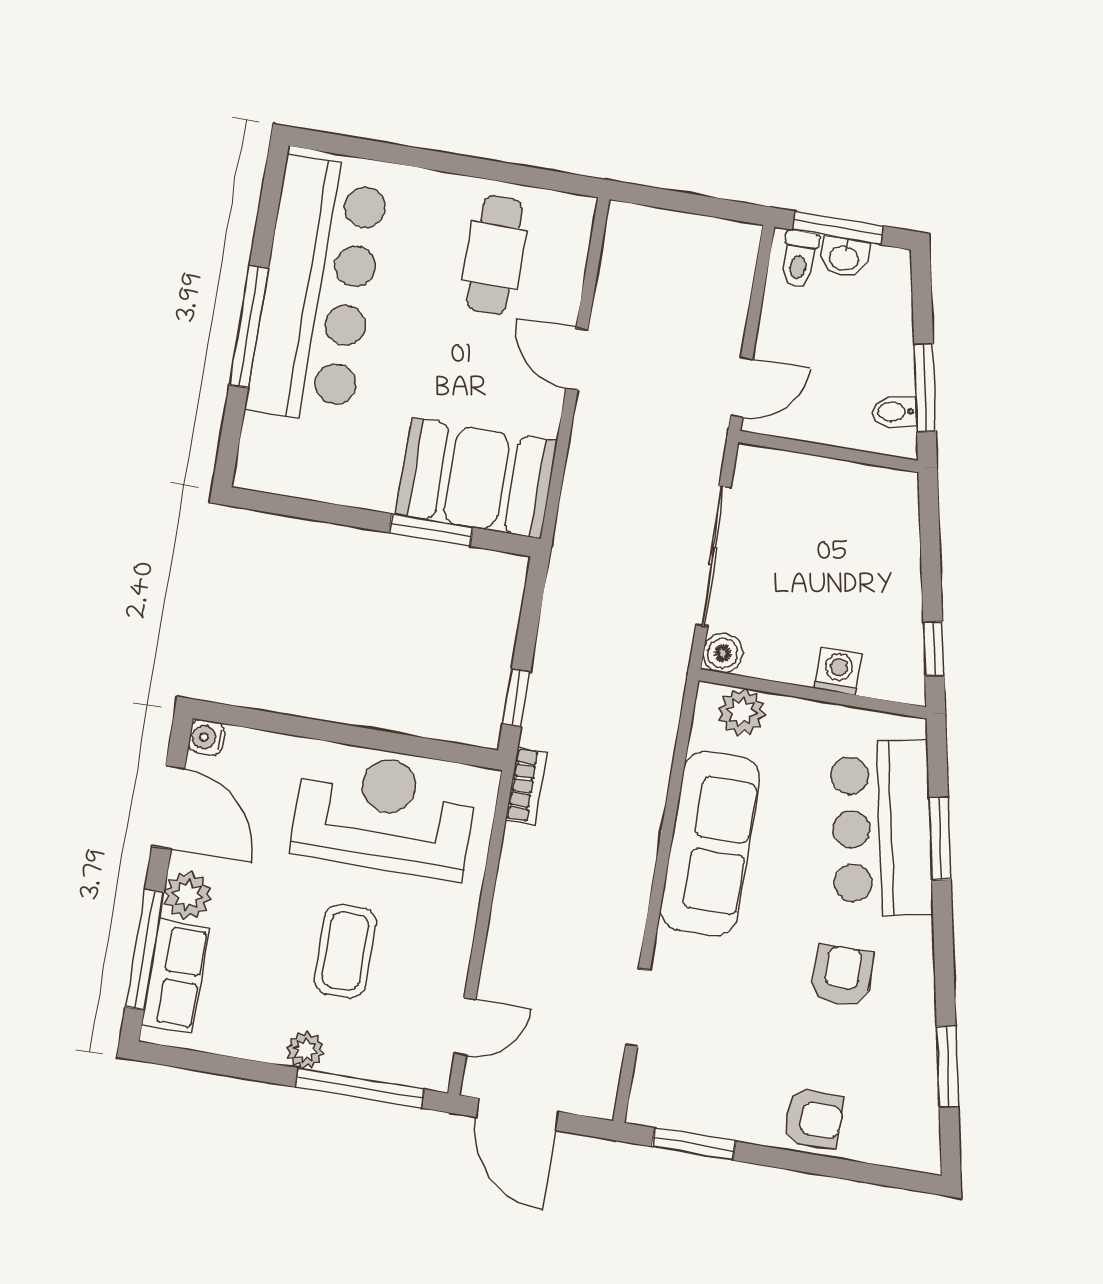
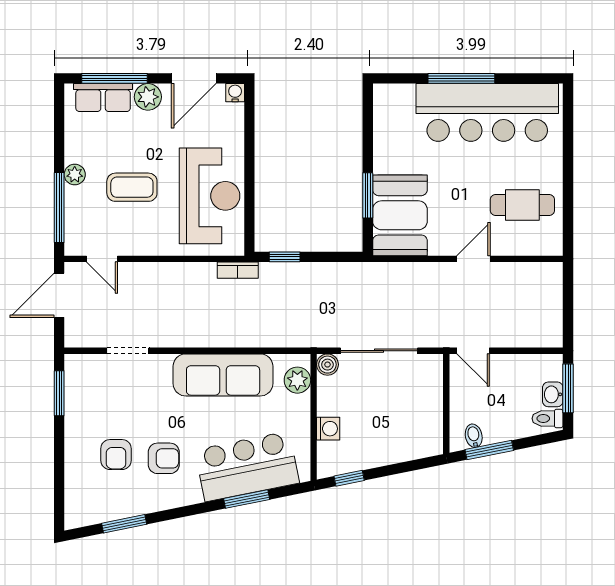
toilet: (799, 259) -> (548, 419), moved
armchair: (813, 1119) -> (116, 455), moved

